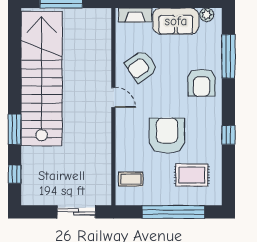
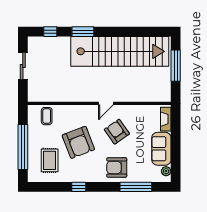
armchair: (141, 66) -> (117, 132), moved
armchair: (167, 135) -> (78, 142), turned 69
sliding door: (76, 212) -> (23, 66), moved

